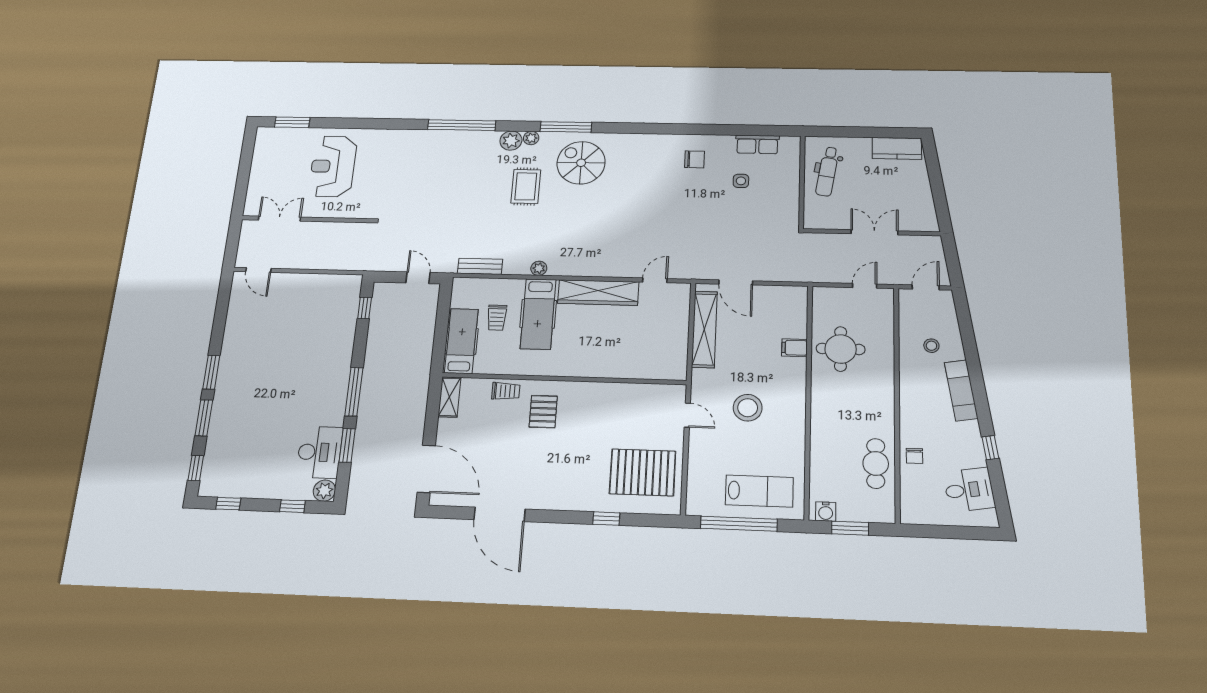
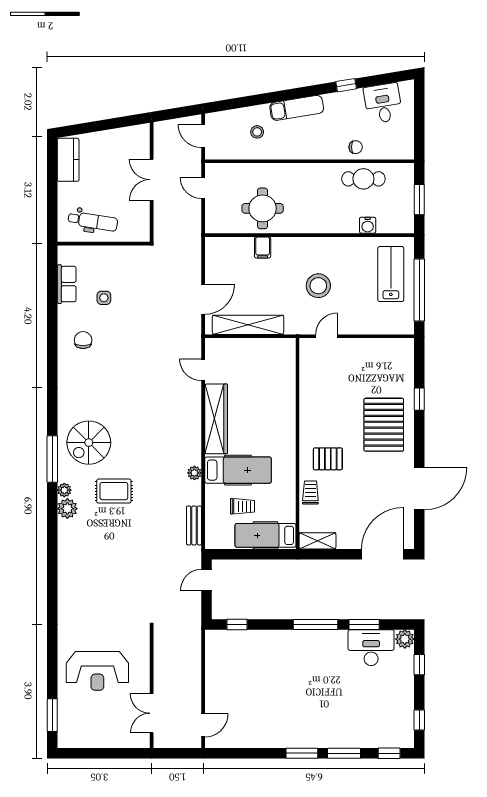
window: (462, 125) -> (52, 556), removed
pallet: (643, 472) -> (384, 425), moved
water cooler: (826, 511) -> (368, 225), moved, turned 90

